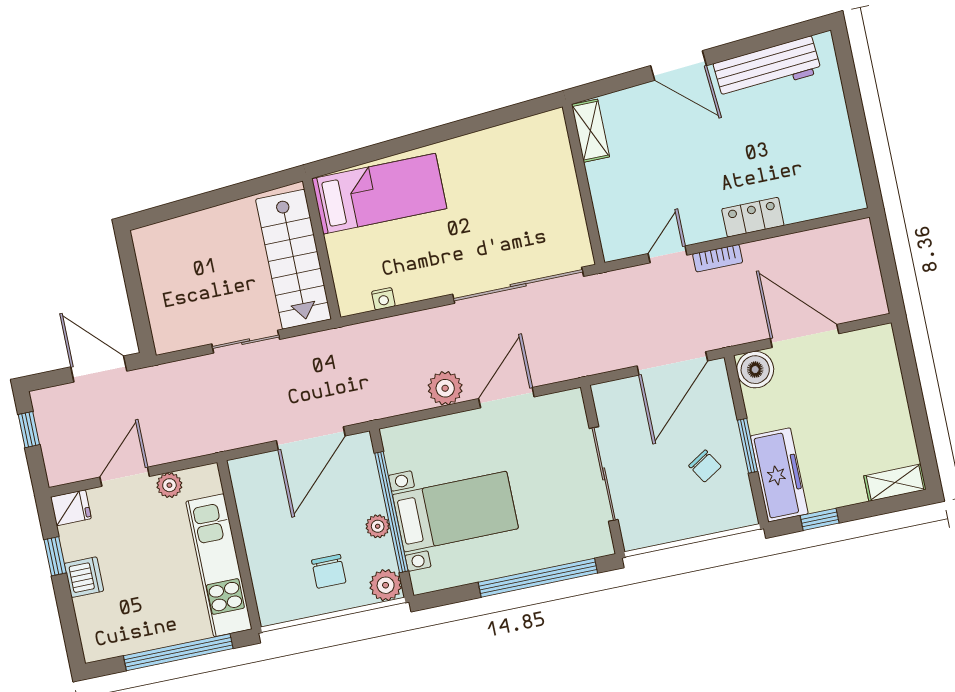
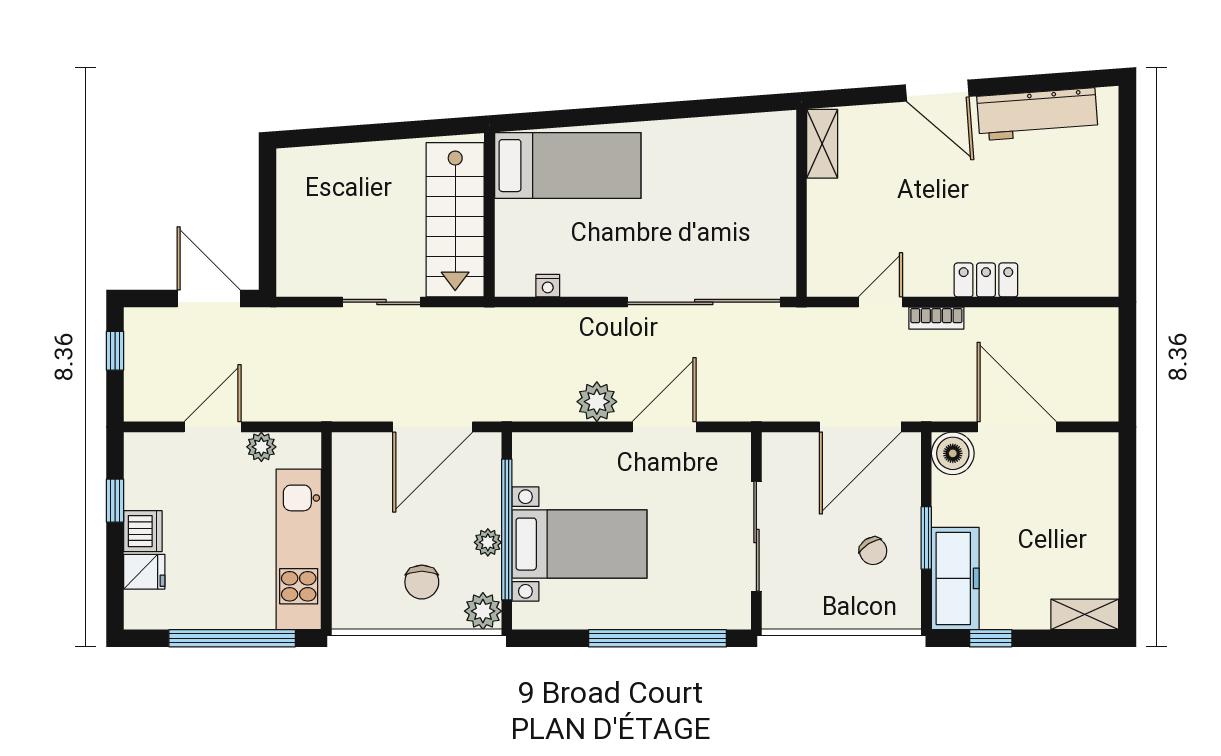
fridge: (71, 508) -> (144, 572), moved

